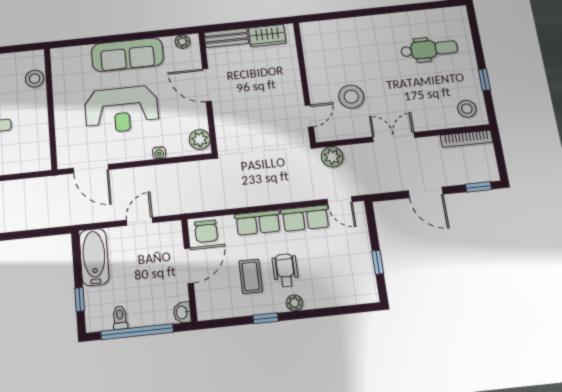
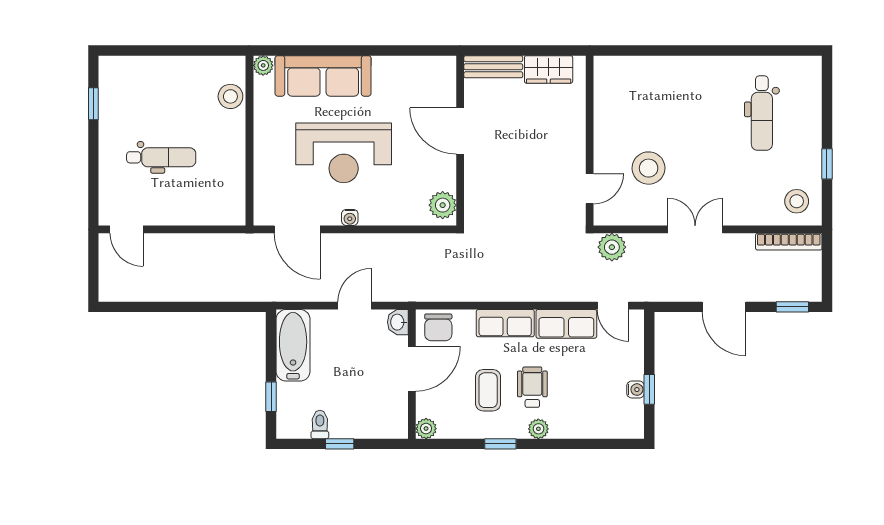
plant: (182, 42) -> (263, 65), moved
dental chair: (429, 49) -> (762, 113), turned 90
sofa: (127, 55) -> (323, 76), moved
water cooler: (159, 153) -> (350, 217), moved
water cooler: (367, 264) -> (636, 390), added
washbasin: (182, 312) -> (398, 322), moved
plant: (205, 312) -> (426, 429), added
window: (137, 332) -> (340, 444), width x0.32

